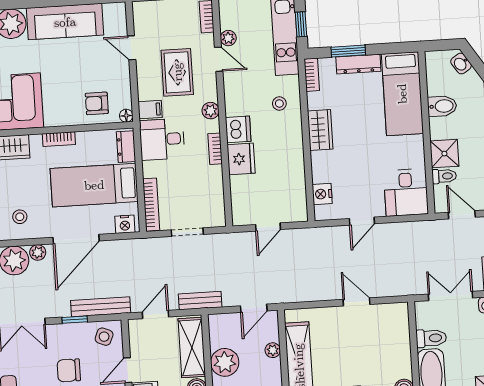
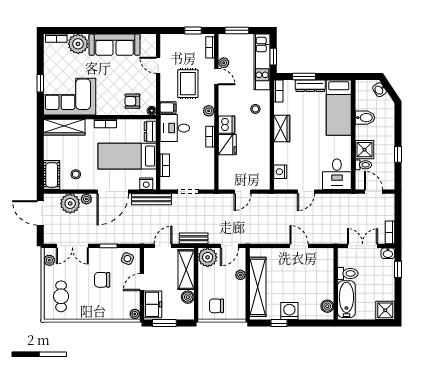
bookcase: (151, 205) -> (165, 165), width x0.64
bench: (101, 307) -> (152, 199), moved
plant: (225, 362) -> (208, 257), moved

